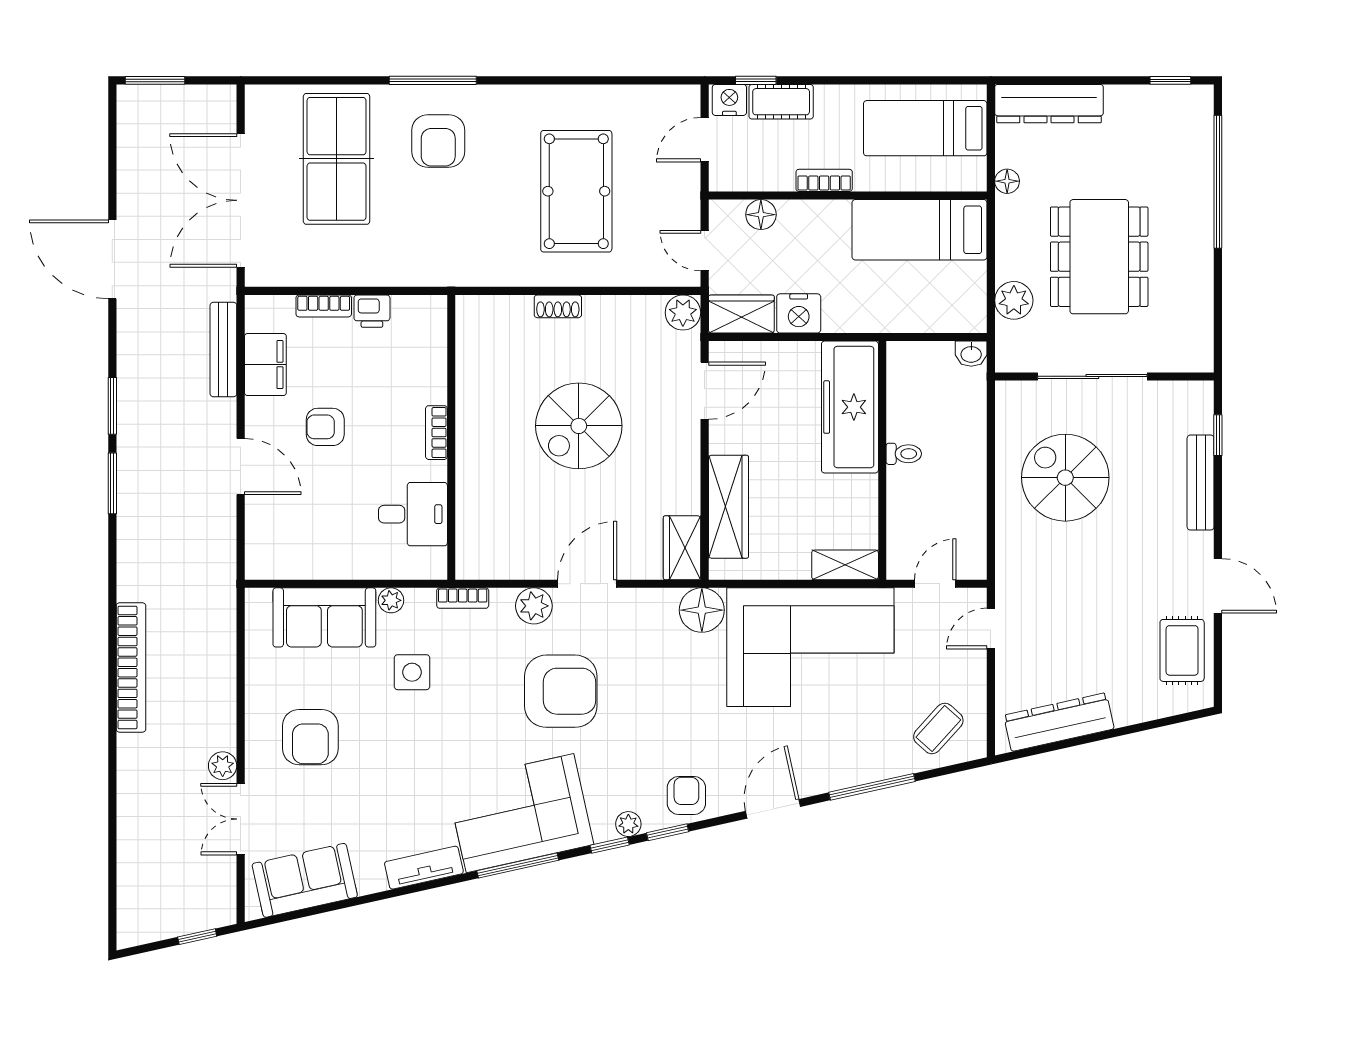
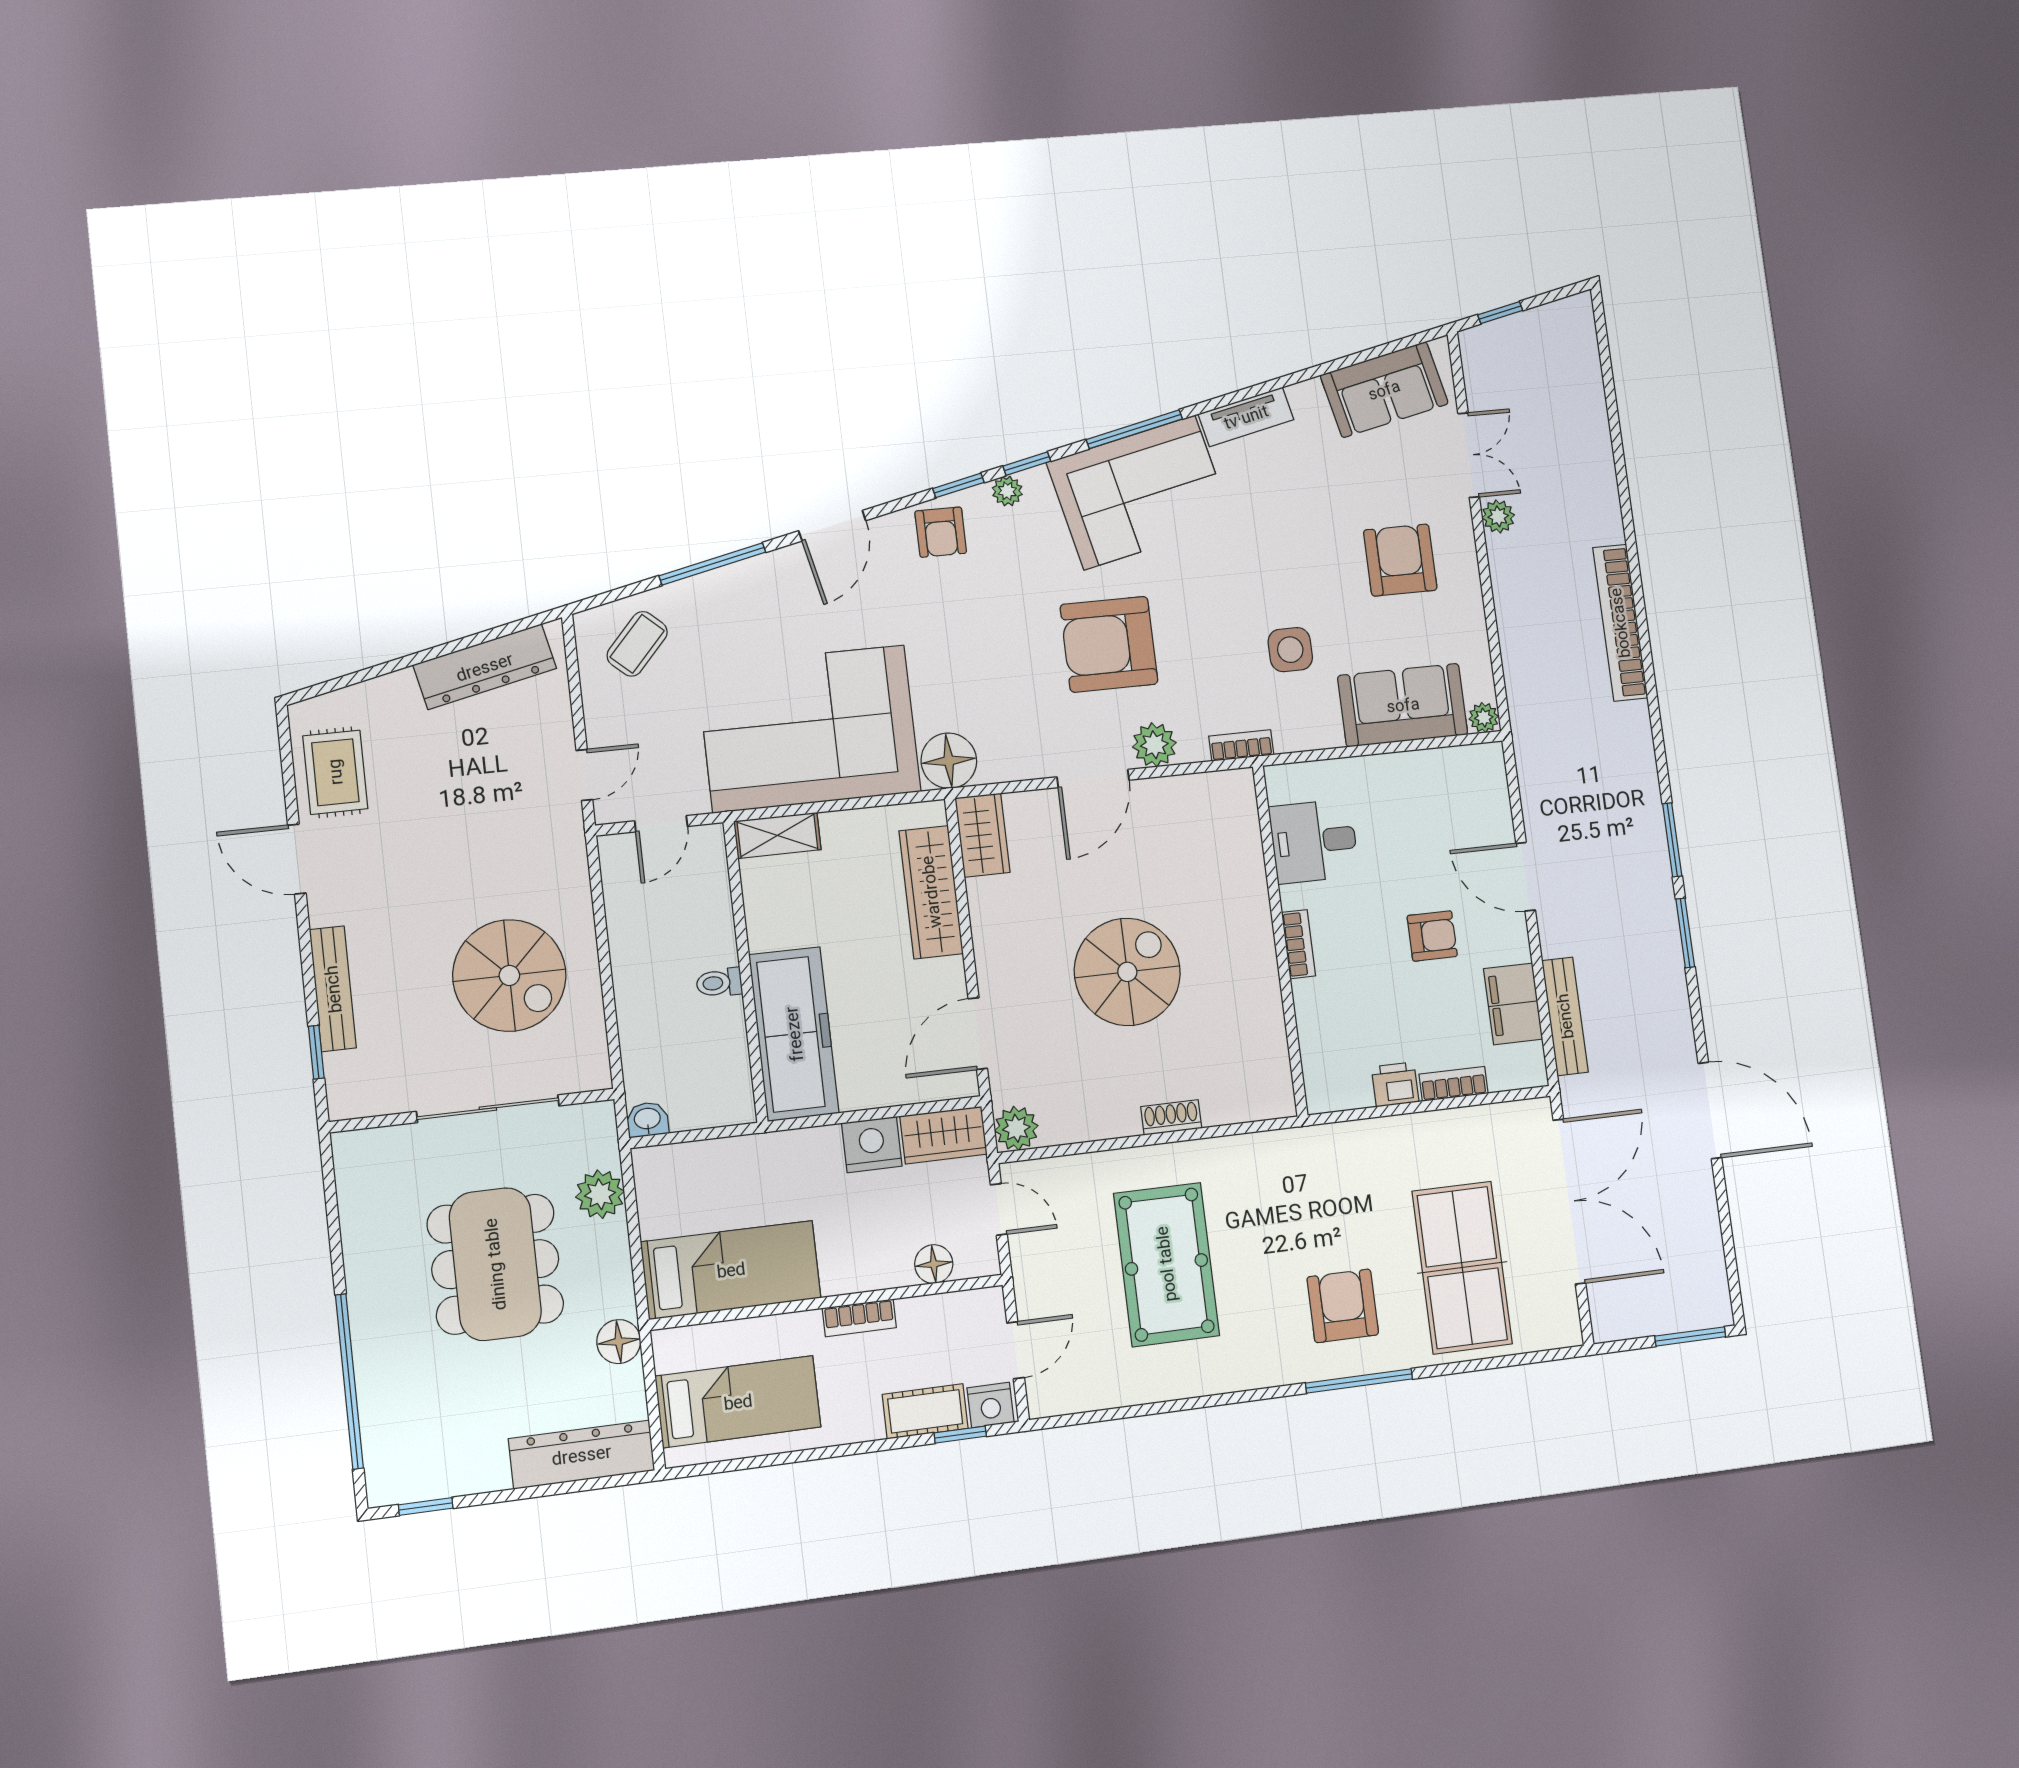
floor lamp: (1007, 181) -> (619, 1342), width x1.37, depth x1.37
plant: (391, 600) -> (1484, 718), moved

